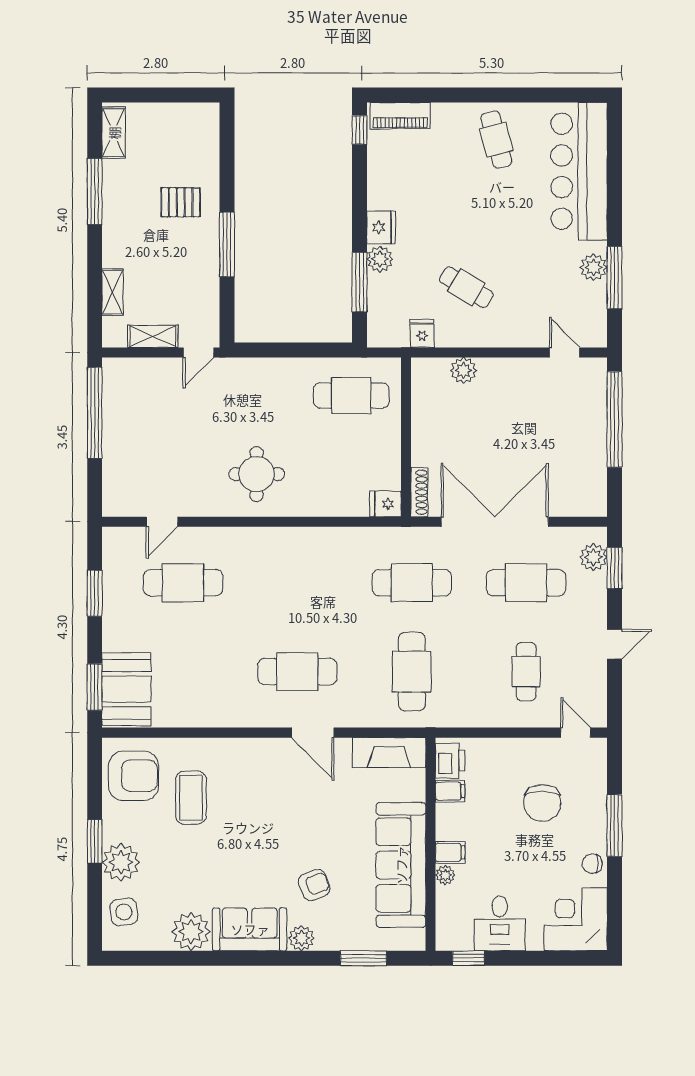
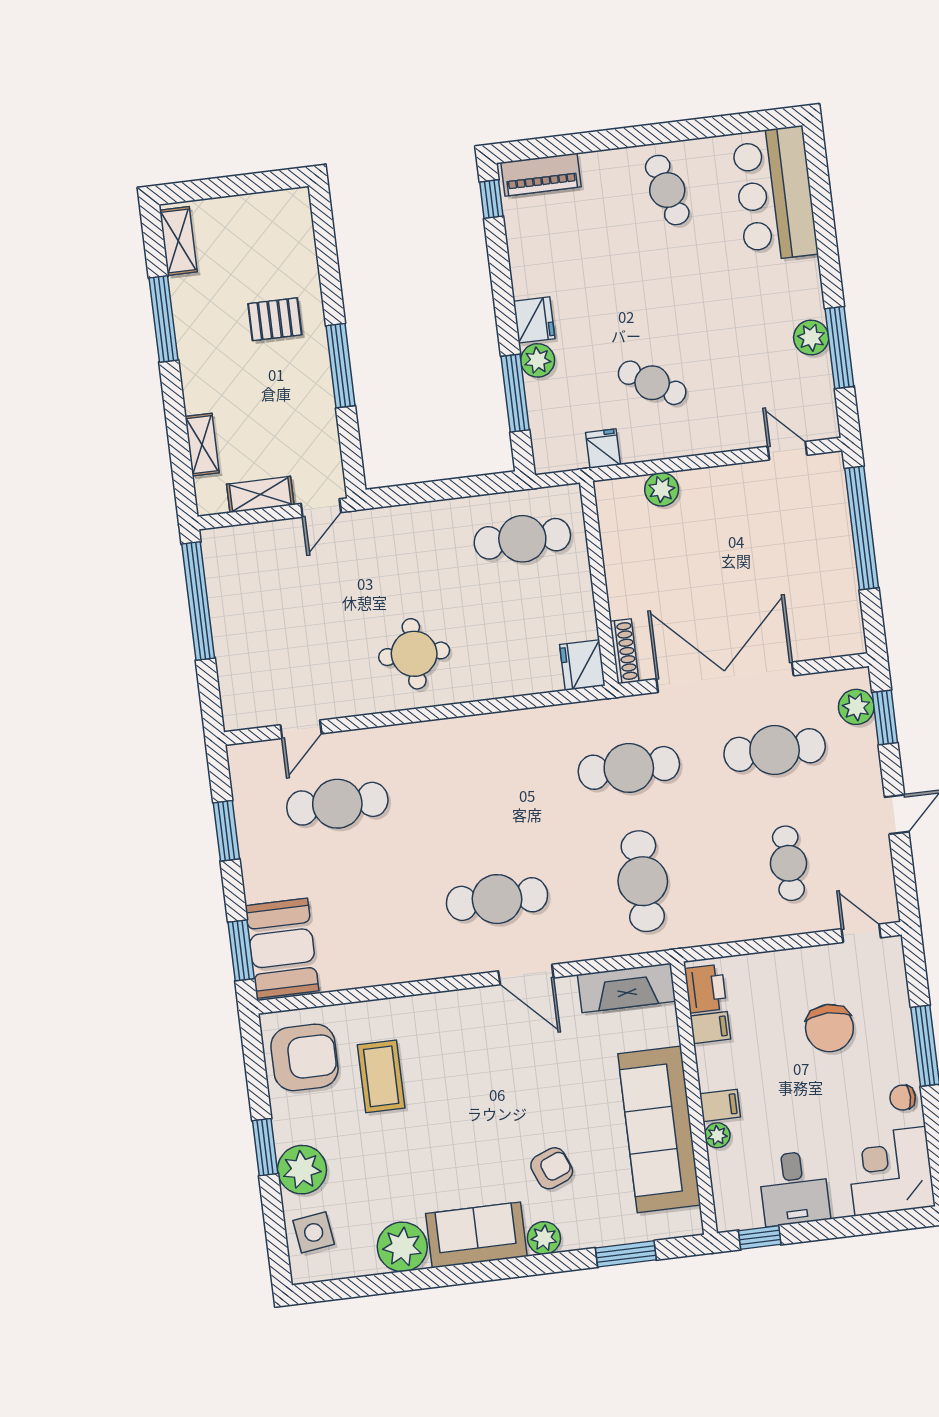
bar counter: (579, 171) -> (775, 194), width x0.73
fridge: (386, 504) -> (582, 665), width x1.38

